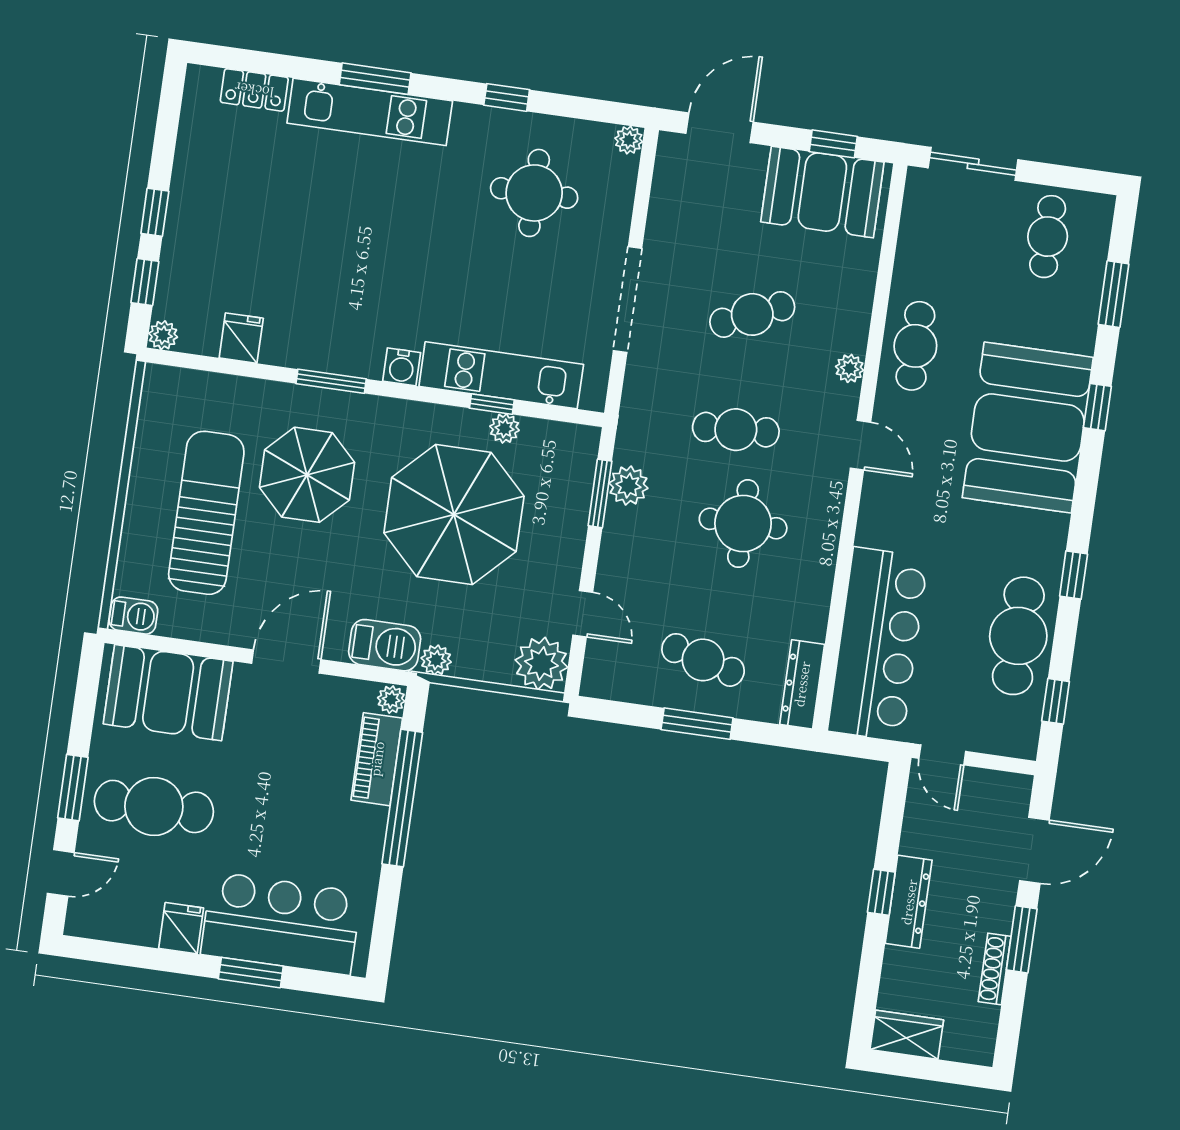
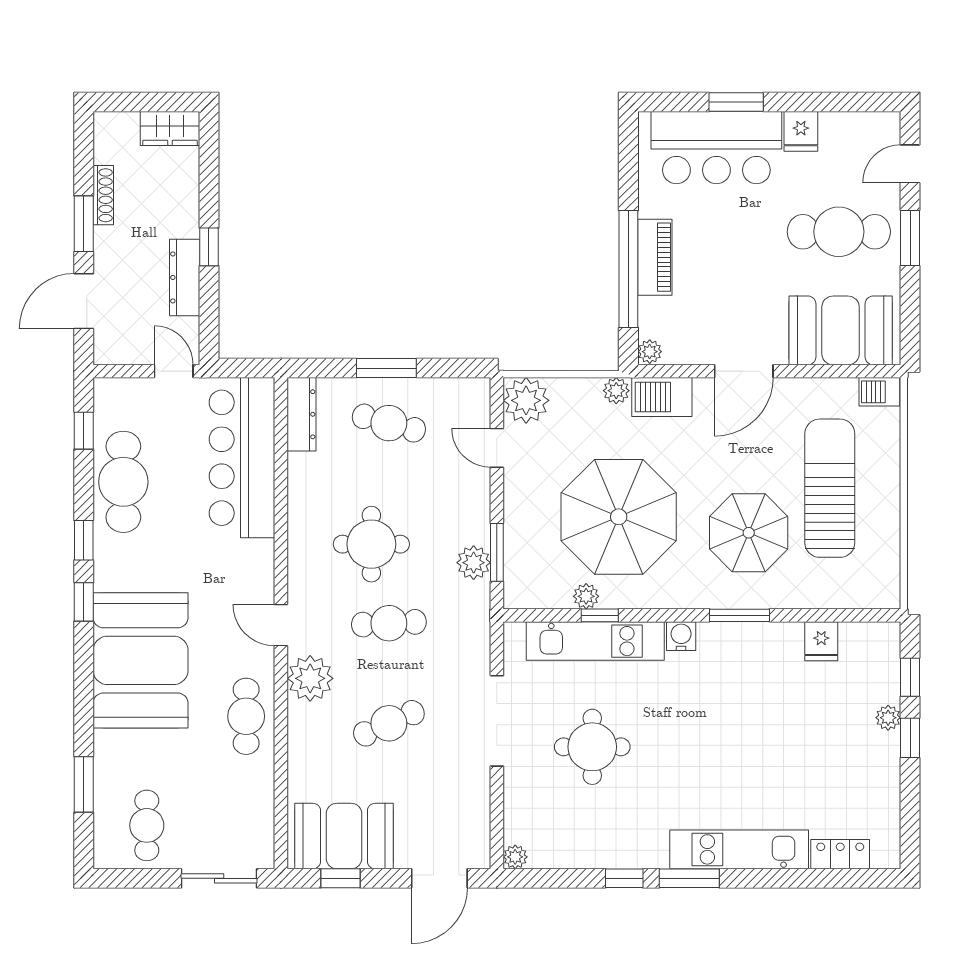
window: (375, 79) -> (689, 878), moved
round table: (534, 193) -> (592, 747), moved
plant: (163, 335) -> (888, 718), moved
plant: (850, 368) -> (310, 678), width x1.87, depth x1.87
window: (1097, 407) -> (84, 602), moved
sun lounger: (206, 513) -> (830, 488), turned 180
piano: (377, 759) -> (655, 257), moved
dresser: (909, 902) -> (185, 277), moved

